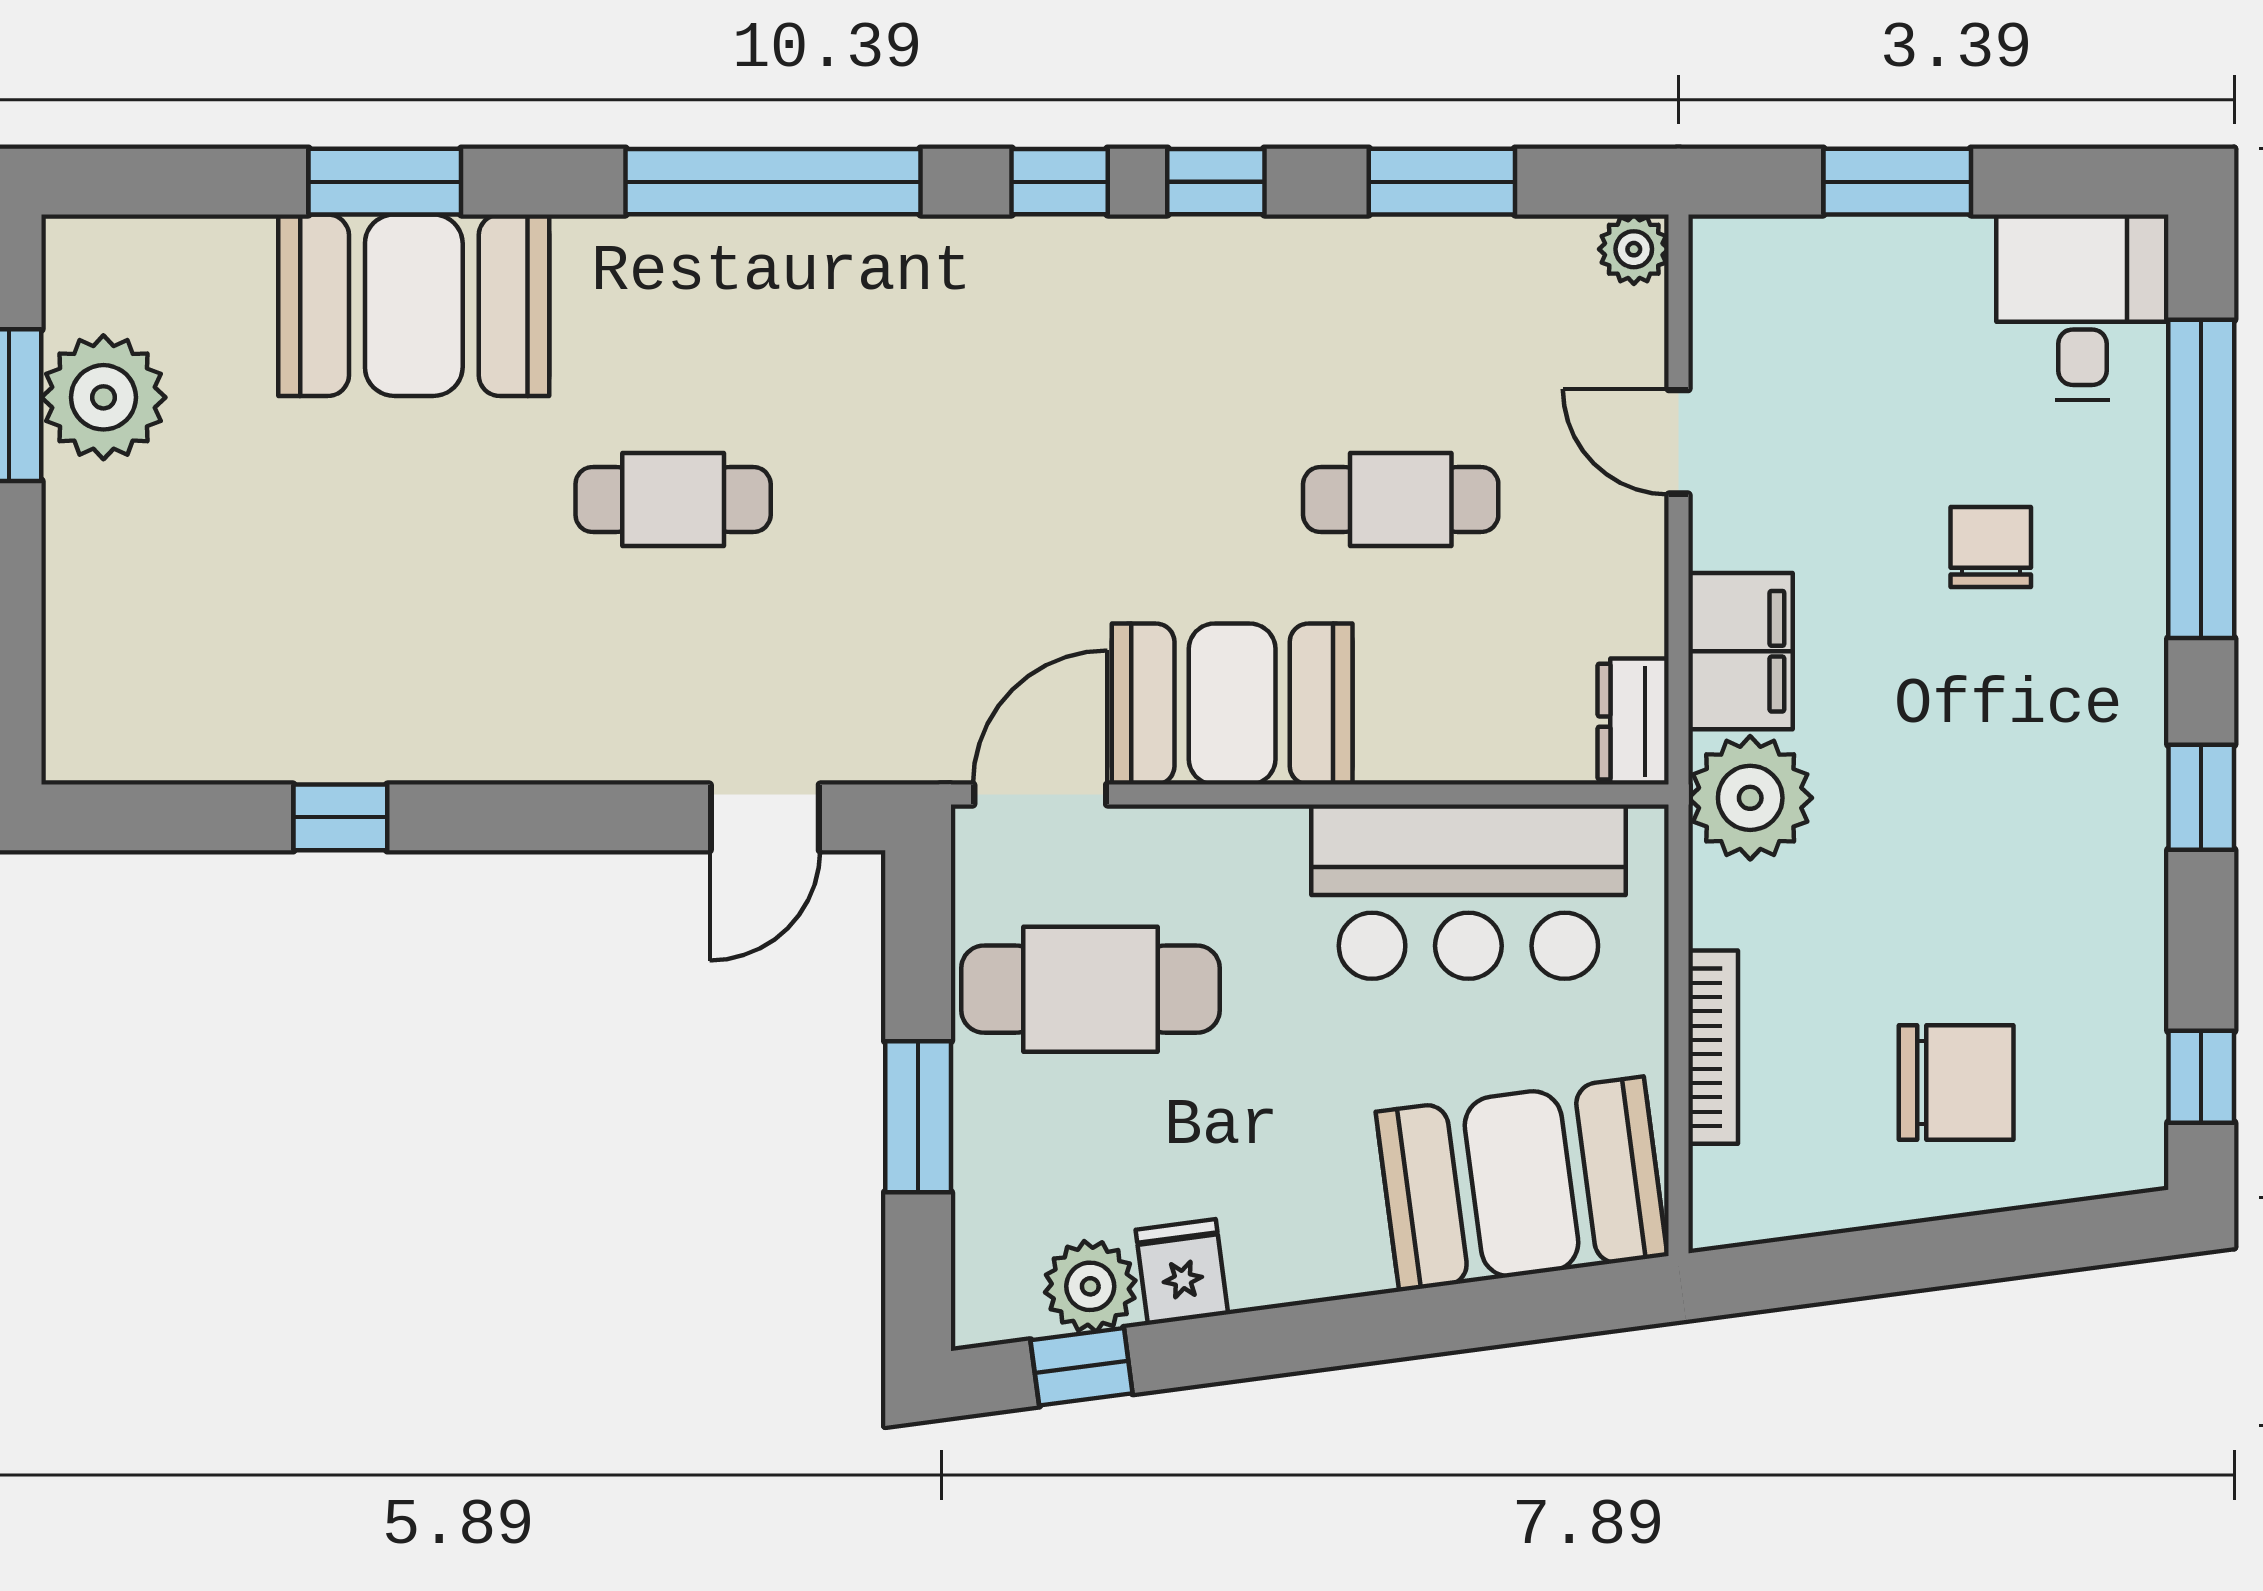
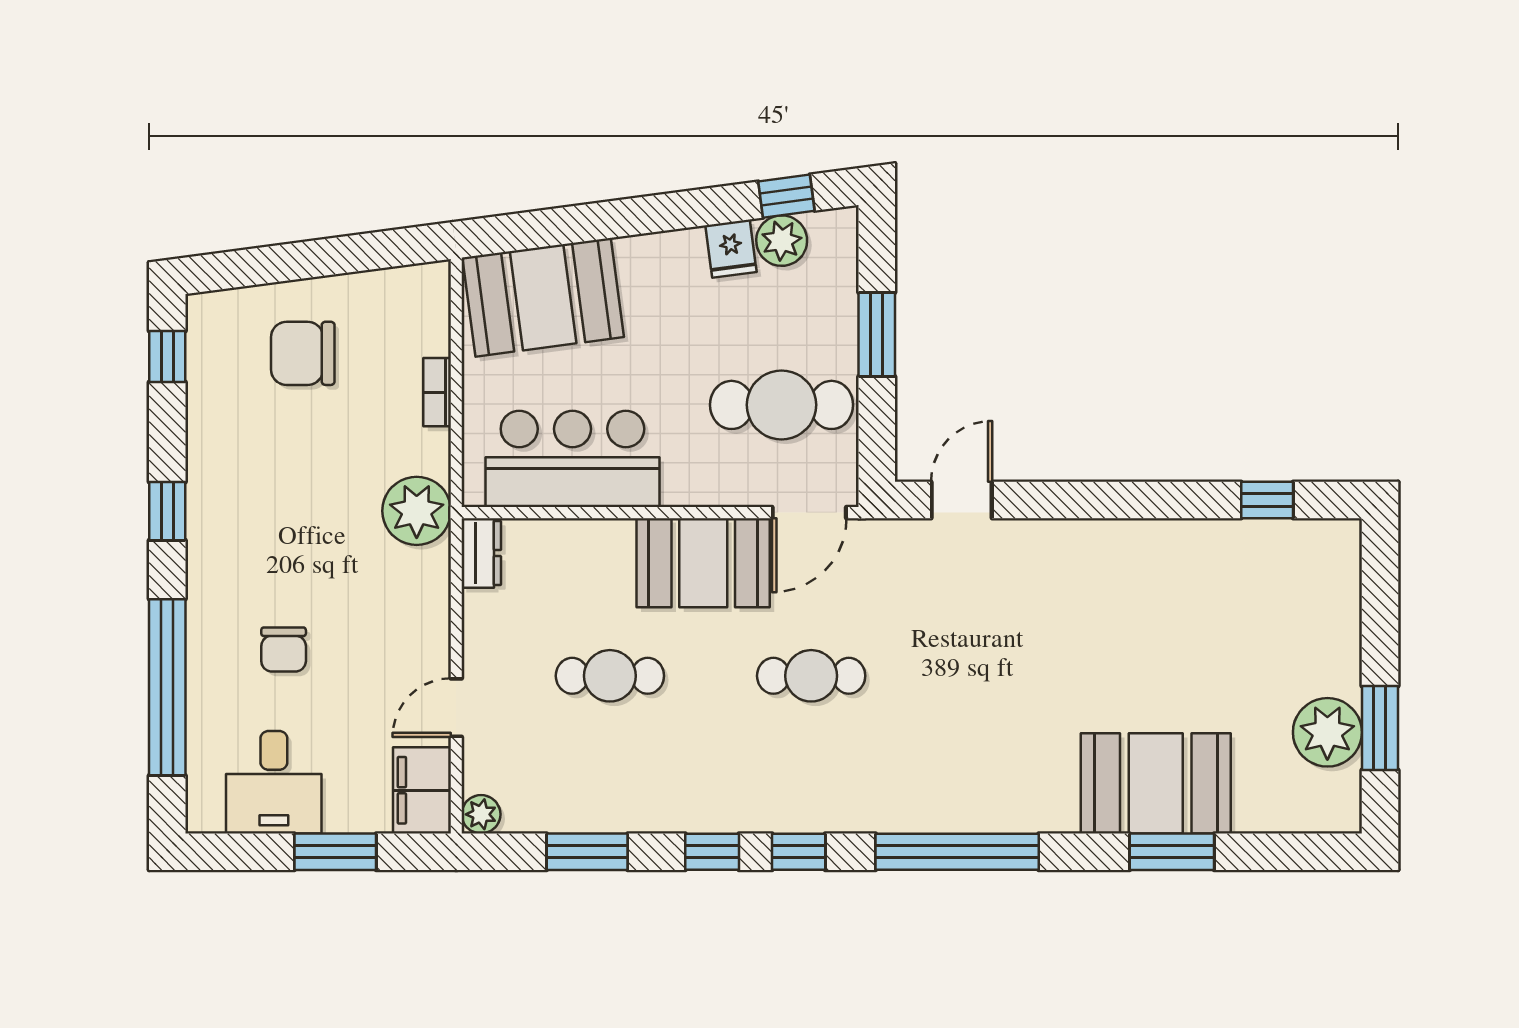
desk: (2082, 307) -> (274, 782), moved
door: (1678, 442) -> (456, 708), swing flipped
cafe table: (673, 500) -> (811, 676), moved
filing cabinet: (1740, 651) -> (422, 790), moved
window: (340, 817) -> (1267, 500), moved
bookcase: (1713, 1047) -> (437, 392), width x0.64

